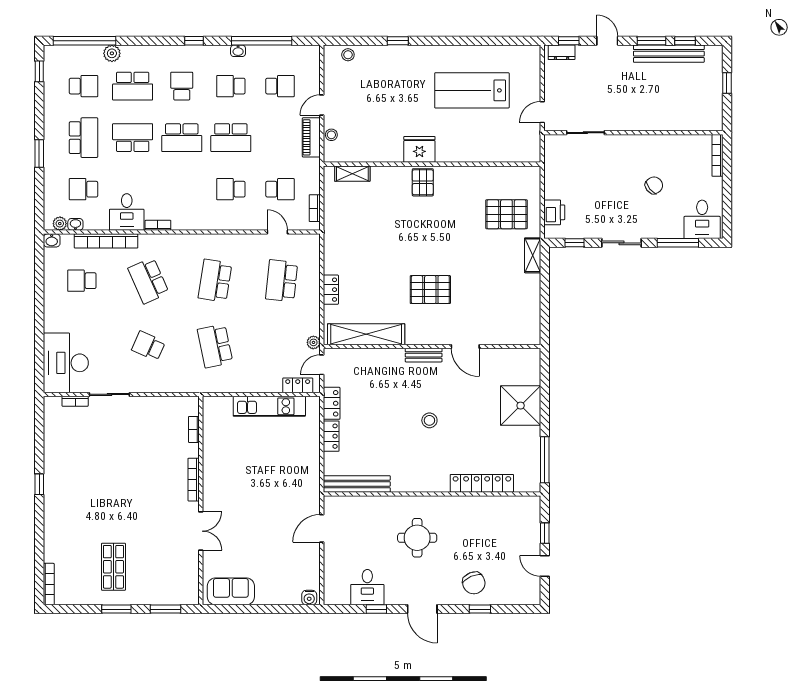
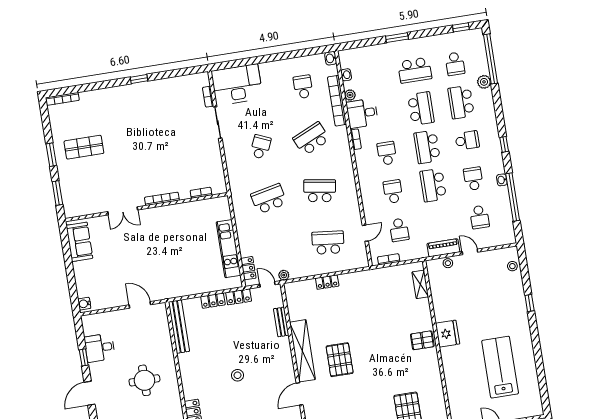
school desk: (83, 189) -> (387, 153), moved
plant: (60, 224) -> (350, 95), moved
shelving: (366, 334) -> (302, 351), moved
bench: (424, 355) -> (281, 322), moved

